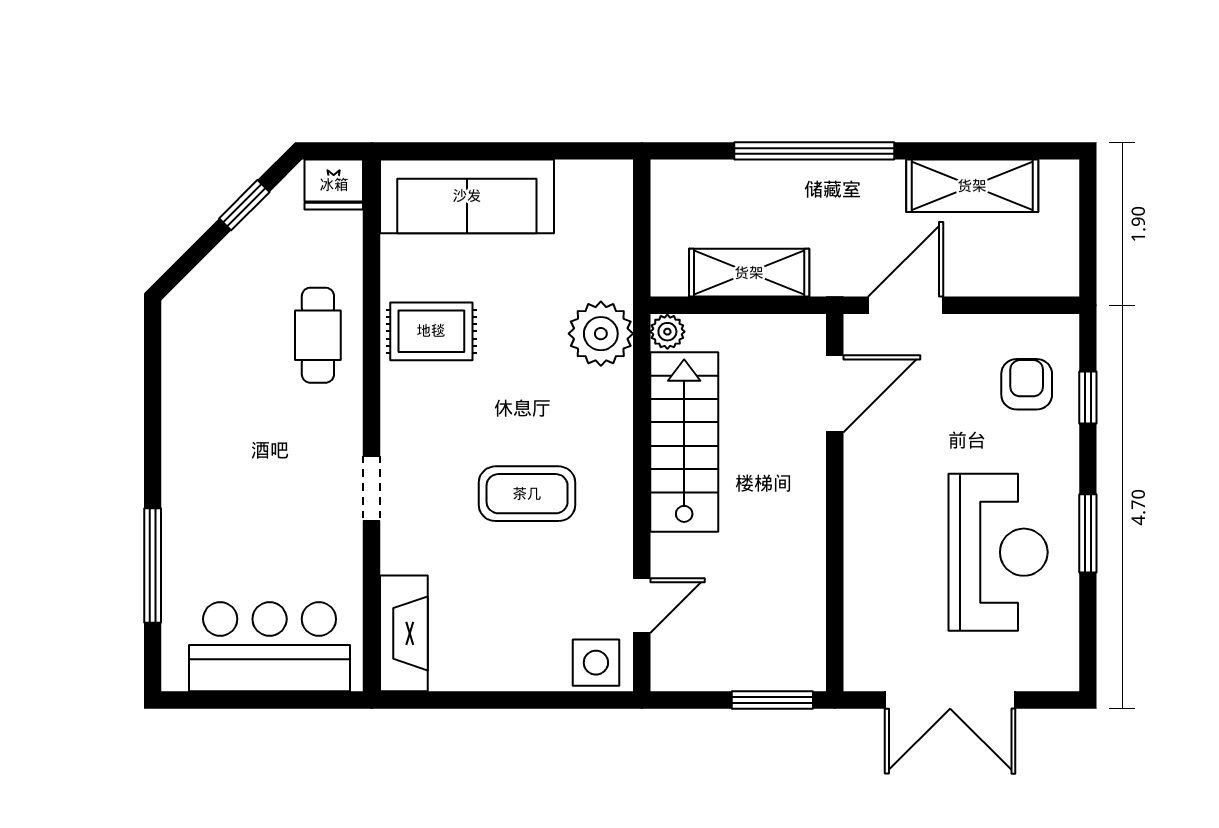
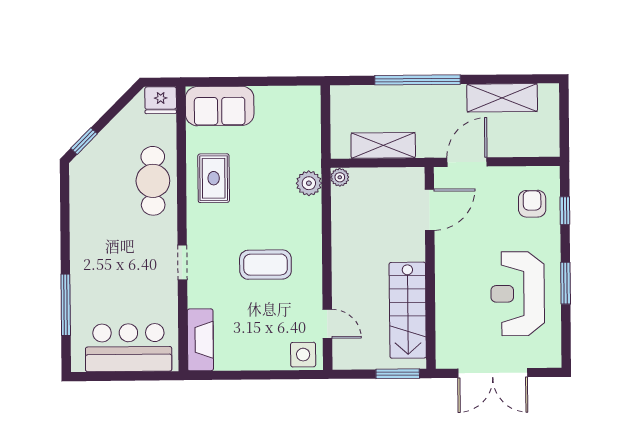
sofa: (467, 196) -> (220, 106), width x0.73
window: (244, 205) -> (84, 141), moved
rug: (431, 331) -> (214, 178), turned 90
plant: (601, 334) -> (309, 183), width x0.73, depth x0.73
cafe table: (318, 335) -> (153, 181), width x1.37, depth x1.35
stairs: (684, 442) -> (408, 310), moved, turned 180
reception desk: (998, 552) -> (518, 294), turned 180
door: (642, 606) -> (327, 324), hinge flipped

